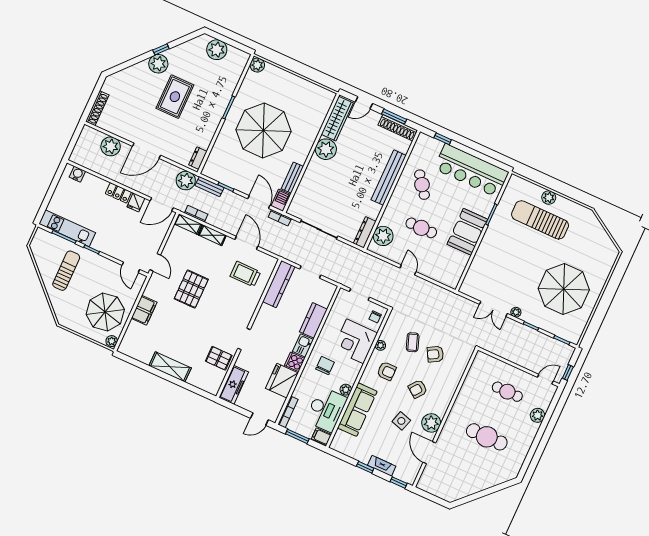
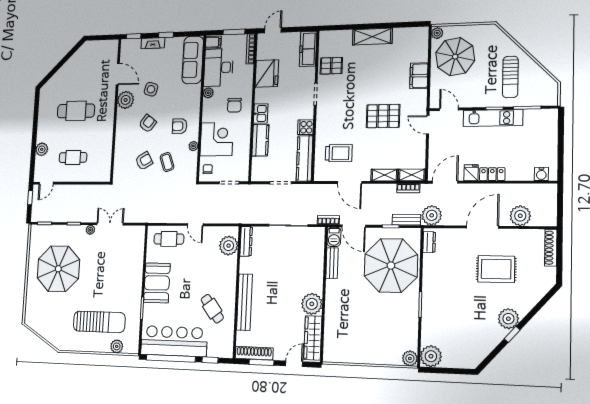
plant: (217, 50) -> (431, 356), moved
rug: (175, 97) -> (496, 269), moved, turned 90
parasol: (264, 130) -> (391, 266), moved
window: (481, 156) -> (171, 358), added
plant: (549, 198) -> (117, 346), moved
kitchen unit: (67, 228) -> (493, 118), moved
cafe table: (421, 228) -> (169, 239), moved
pallet: (191, 289) -> (383, 116), turned 90
cooker: (295, 362) -> (305, 127), moved, turned 180
sofa: (357, 410) -> (193, 60), moved

